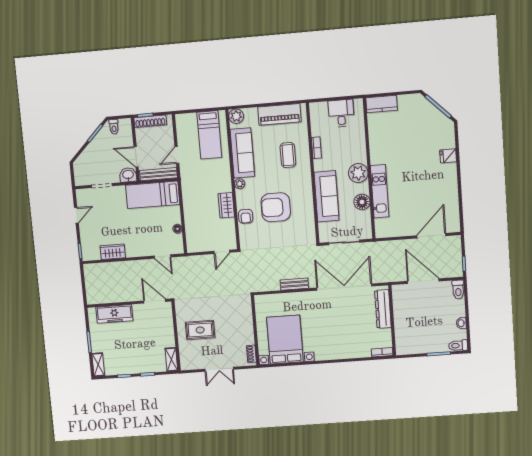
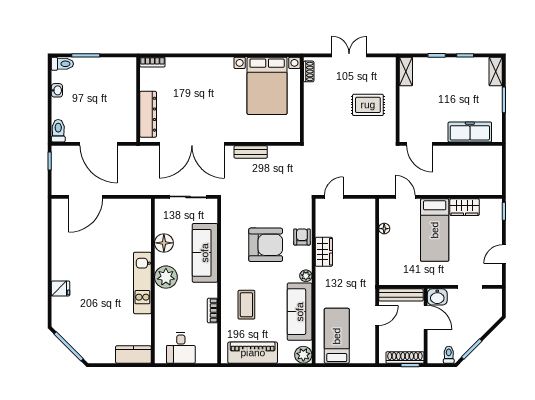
kitchen unit: (380, 191) -> (142, 283), moved
bed: (153, 195) -> (435, 230), moved, turned 90

